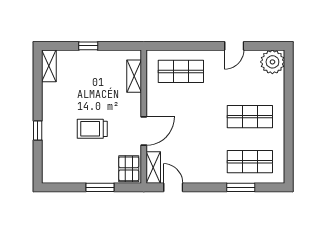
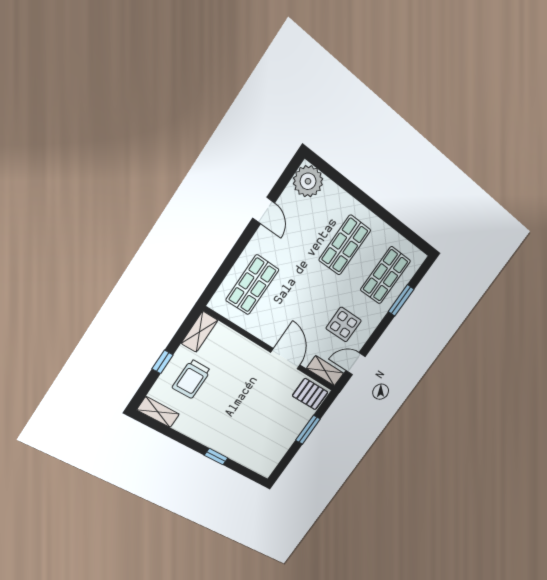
shelving: (134, 76) -> (199, 332), moved, turned 90
trolley: (92, 129) -> (191, 379), moved
display table: (196, 157) -> (344, 324), added

